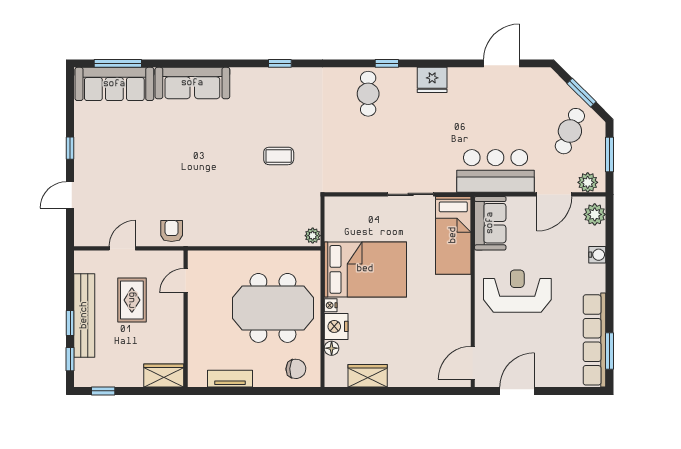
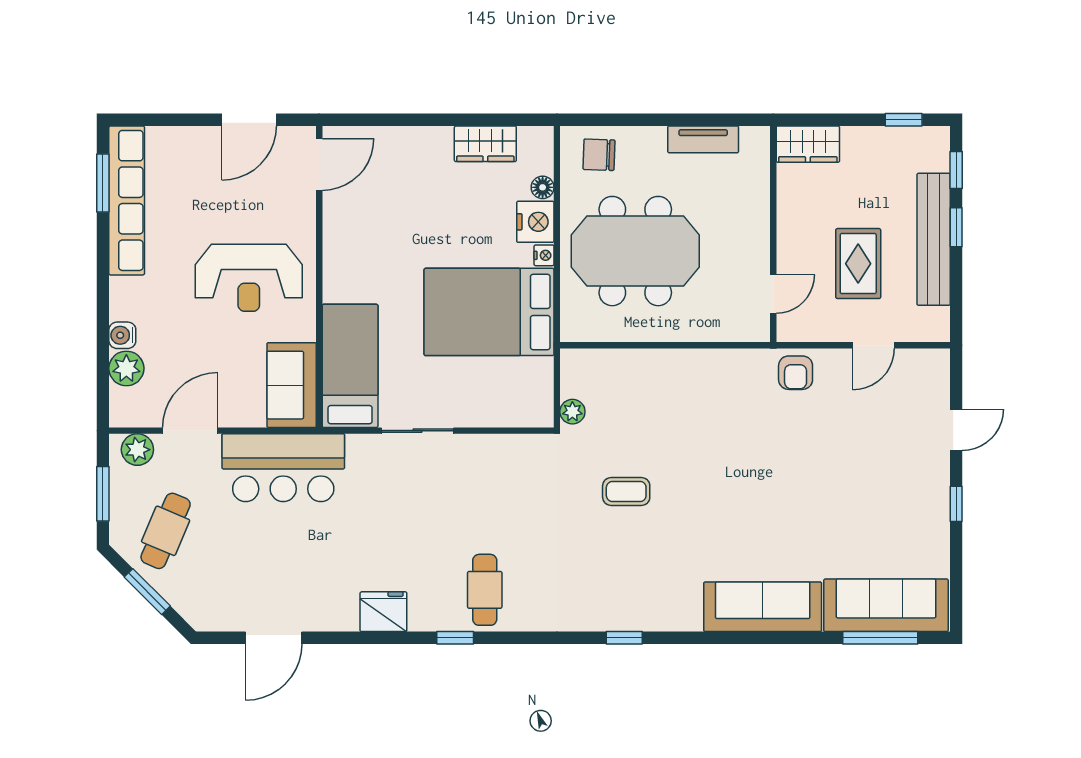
plant: (595, 214) -> (126, 368), moved
plant: (313, 236) -> (572, 412), moved

